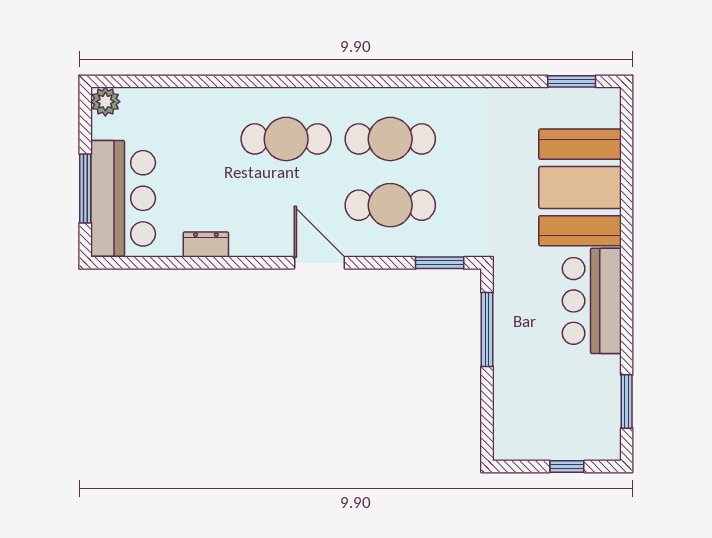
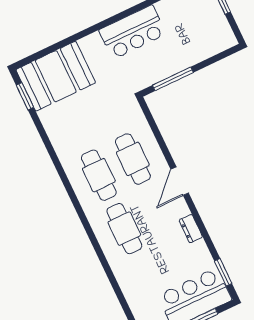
booth: (580, 187) -> (56, 76), moved
dresser: (206, 245) -> (191, 229), moved
window: (440, 263) -> (223, 272), moved

